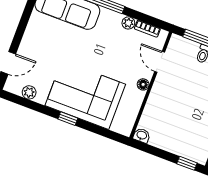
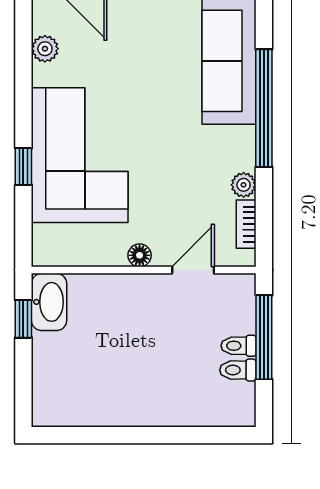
window: (68, 119) -> (23, 166), moved
washbasin: (142, 135) -> (49, 302), width x1.91, depth x1.45
window: (187, 163) -> (23, 319), moved

